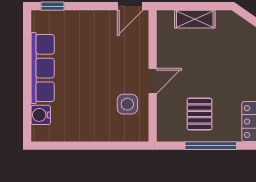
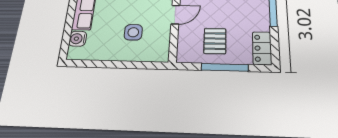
side table: (127, 104) -> (133, 32), moved

